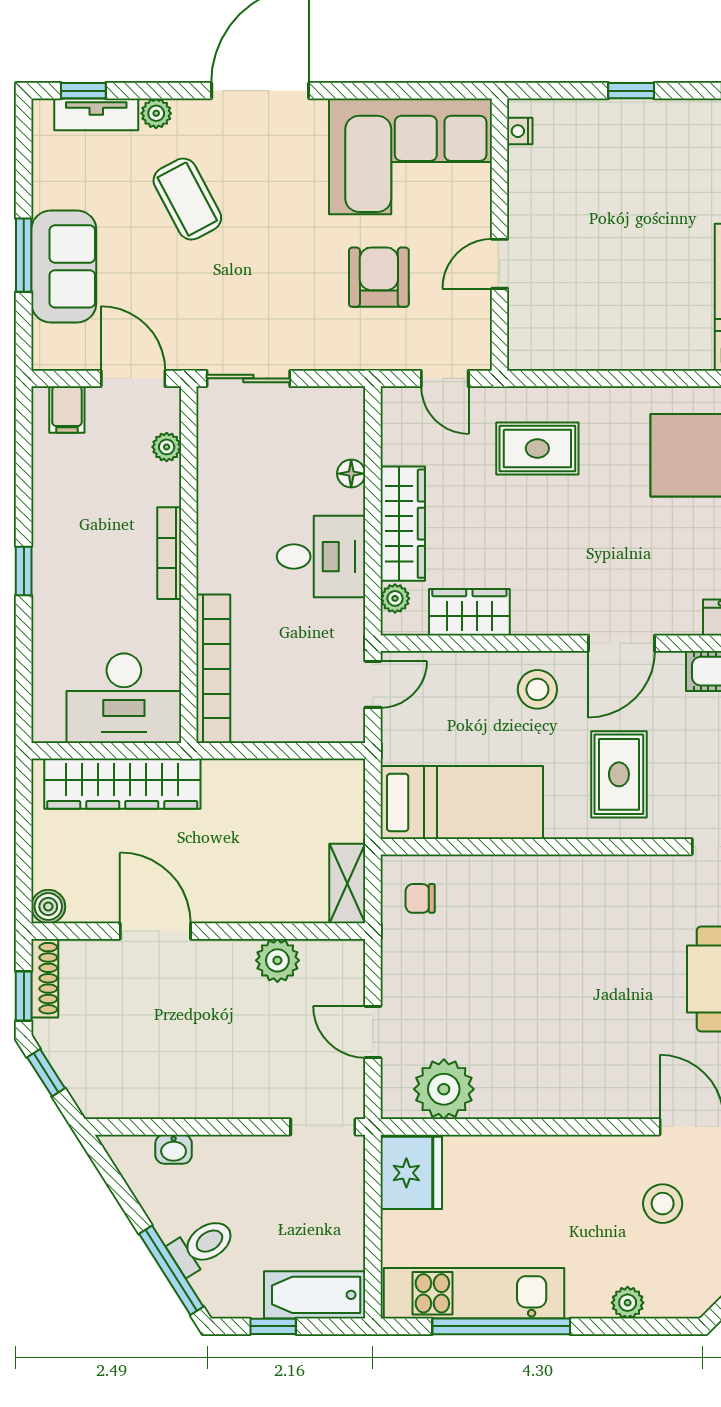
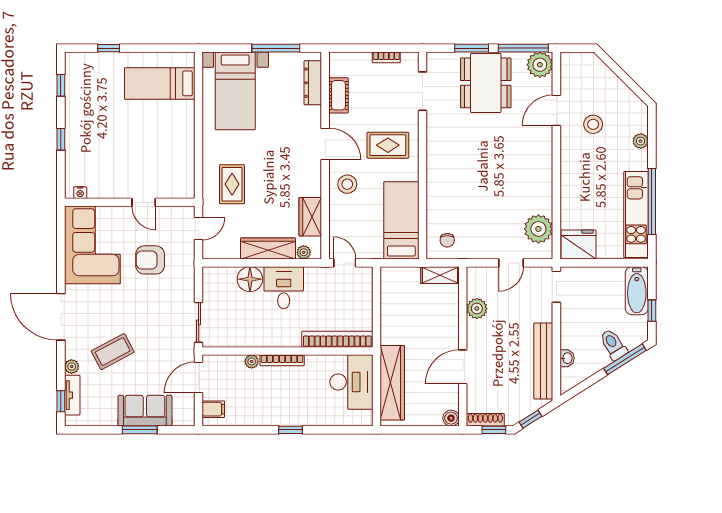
plant: (167, 447) -> (252, 362), moved
floor lamp: (351, 474) -> (250, 279), width x1.89, depth x1.89
bench: (168, 1099) -> (543, 361), added

